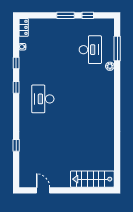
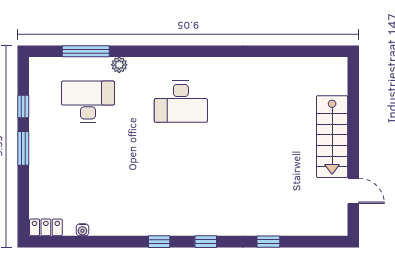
window: (16, 63) -> (206, 242), moved
desk: (43, 99) -> (181, 102), moved
stairs: (92, 179) -> (332, 137), moved
door: (43, 190) -> (353, 191), swing flipped

